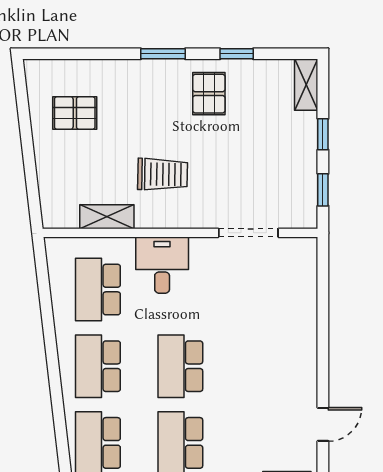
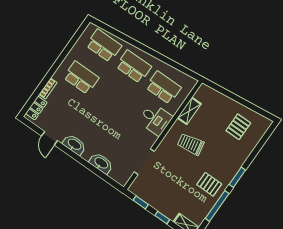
window: (237, 54) -> (217, 206), width x2.17
trolley: (163, 174) -> (191, 144), turned 78
washbasin: (303, 305) -> (101, 163), added
school desk: (180, 366) -> (111, 99), removed
washbasin: (304, 374) -> (74, 145), added

